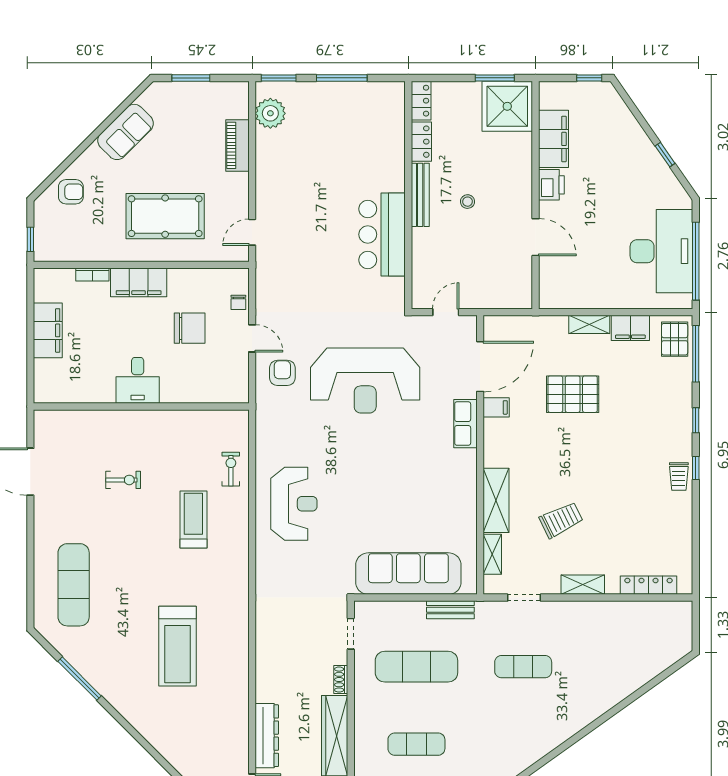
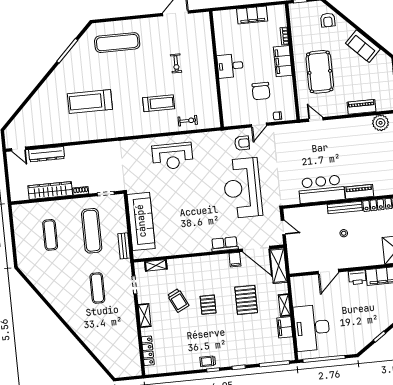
piano: (394, 166) -> (359, 192), added
desk: (661, 251) -> (312, 328), moved, turned 90
pallet: (675, 339) -> (208, 305), moved, turned 90
shelving: (496, 500) -> (278, 266), moved, turned 90

